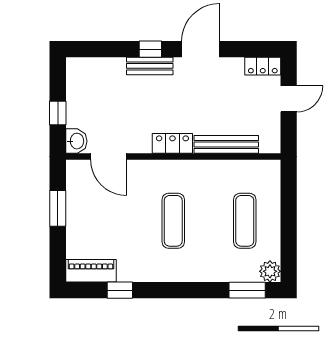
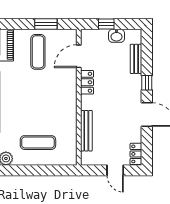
bench: (150, 66) -> (136, 59), moved
washbasin: (76, 141) -> (116, 36), moved
locker: (172, 143) -> (87, 82), moved
exercise mat: (173, 221) -> (38, 52), moved, turned 90

